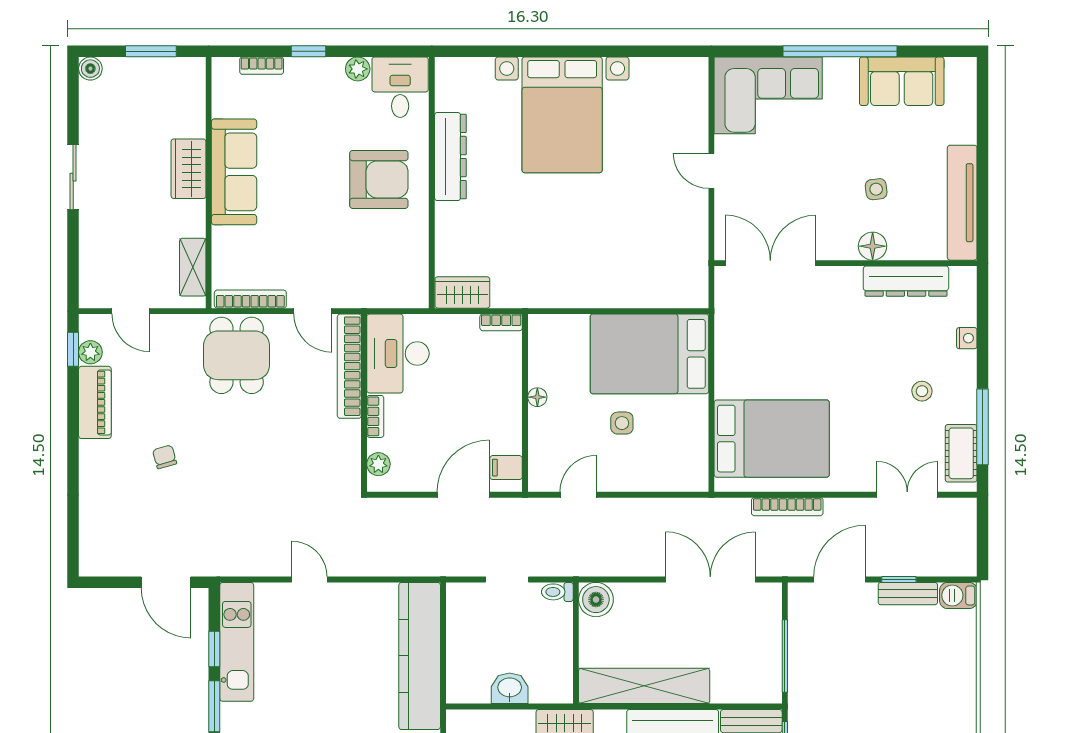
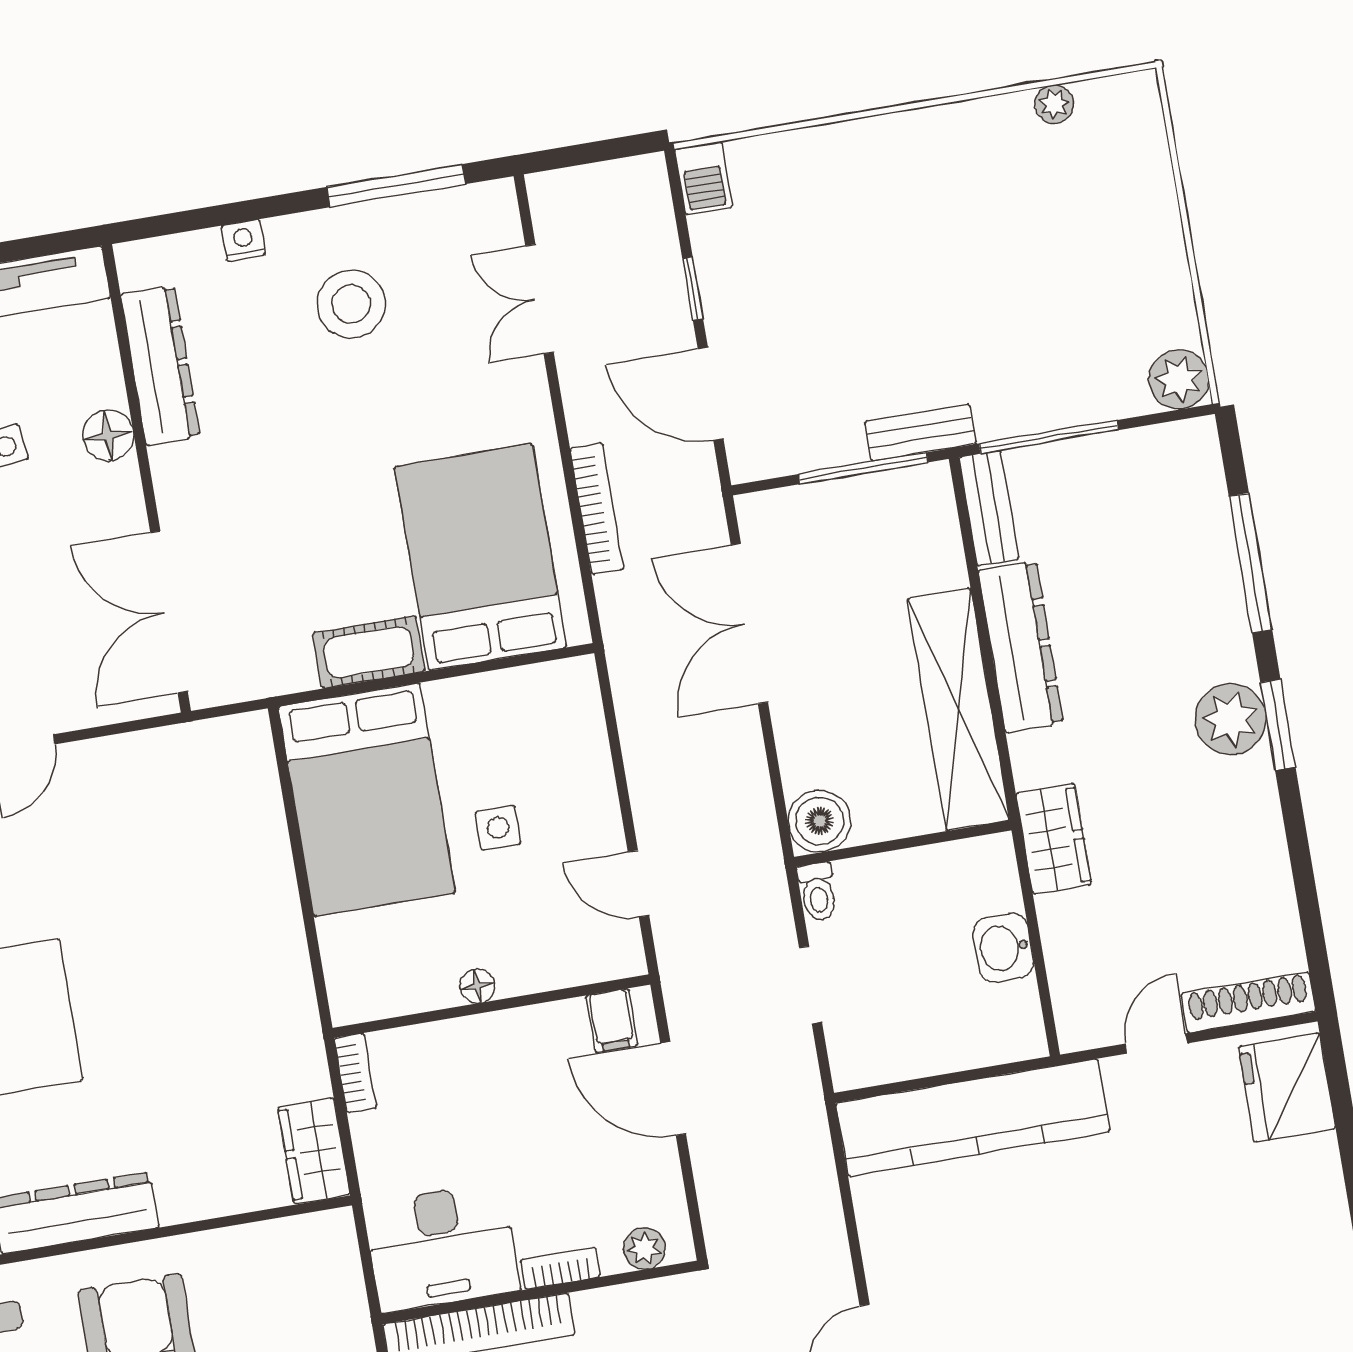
stool: (922, 391) -> (351, 304), width x1.89, depth x1.89
cot: (961, 453) -> (369, 652), moved
bench: (908, 594) -> (920, 433), moved, turned 90

